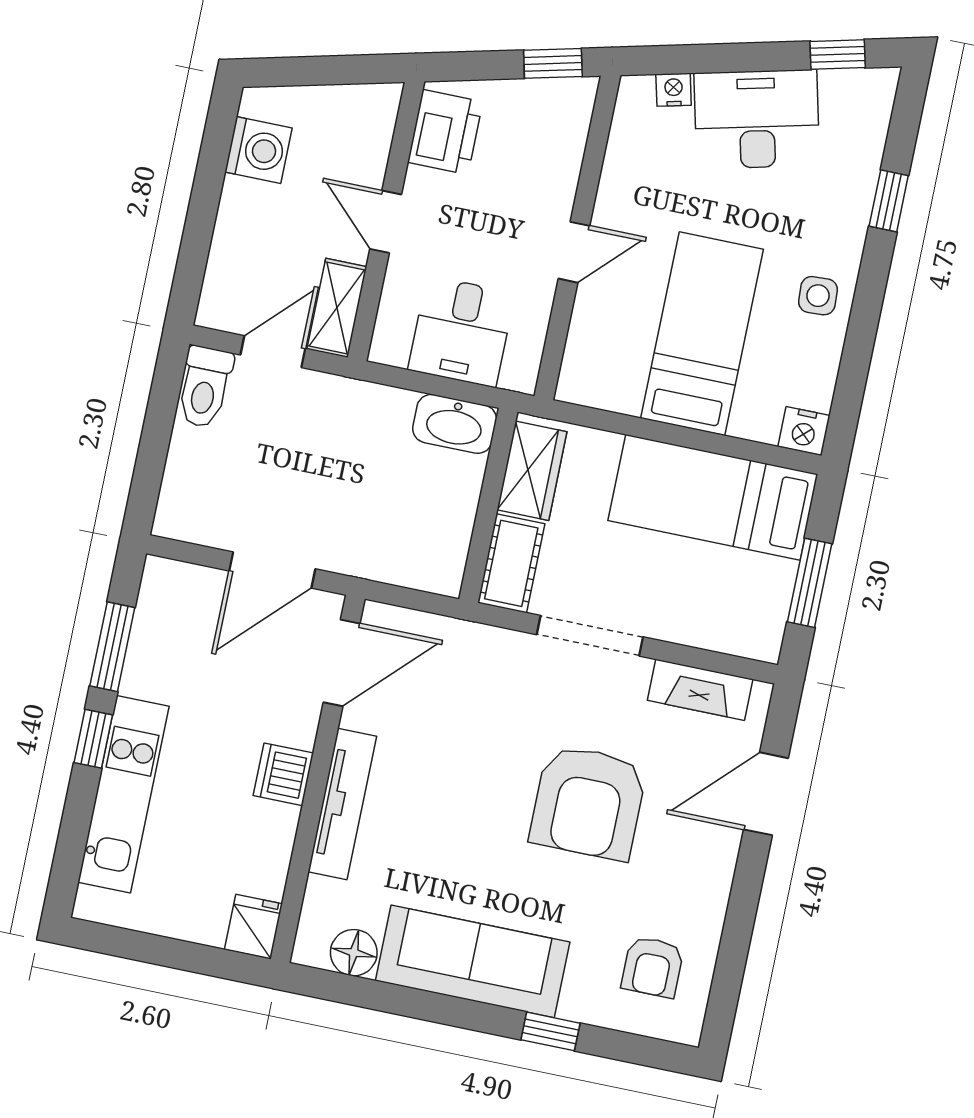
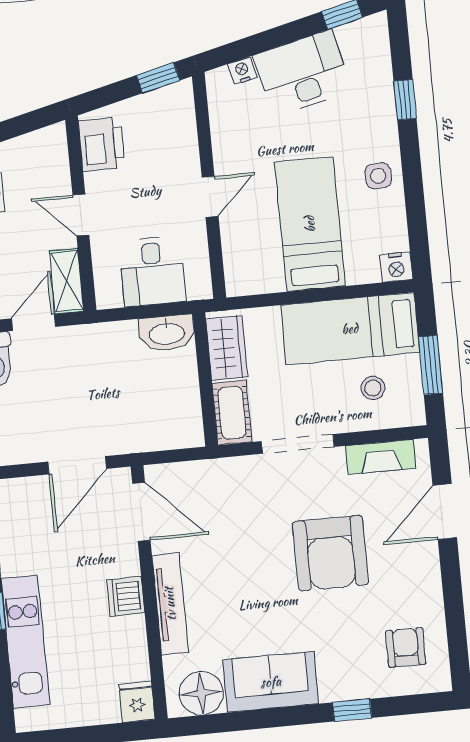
stool: (719, 590) -> (373, 388), added
door: (342, 663) -> (141, 512), hinge flipped
floor lamp: (354, 953) -> (201, 693), width x1.38, depth x1.38
sofa: (473, 961) -> (271, 682), width x0.73
armchair: (653, 967) -> (406, 647), turned 180

